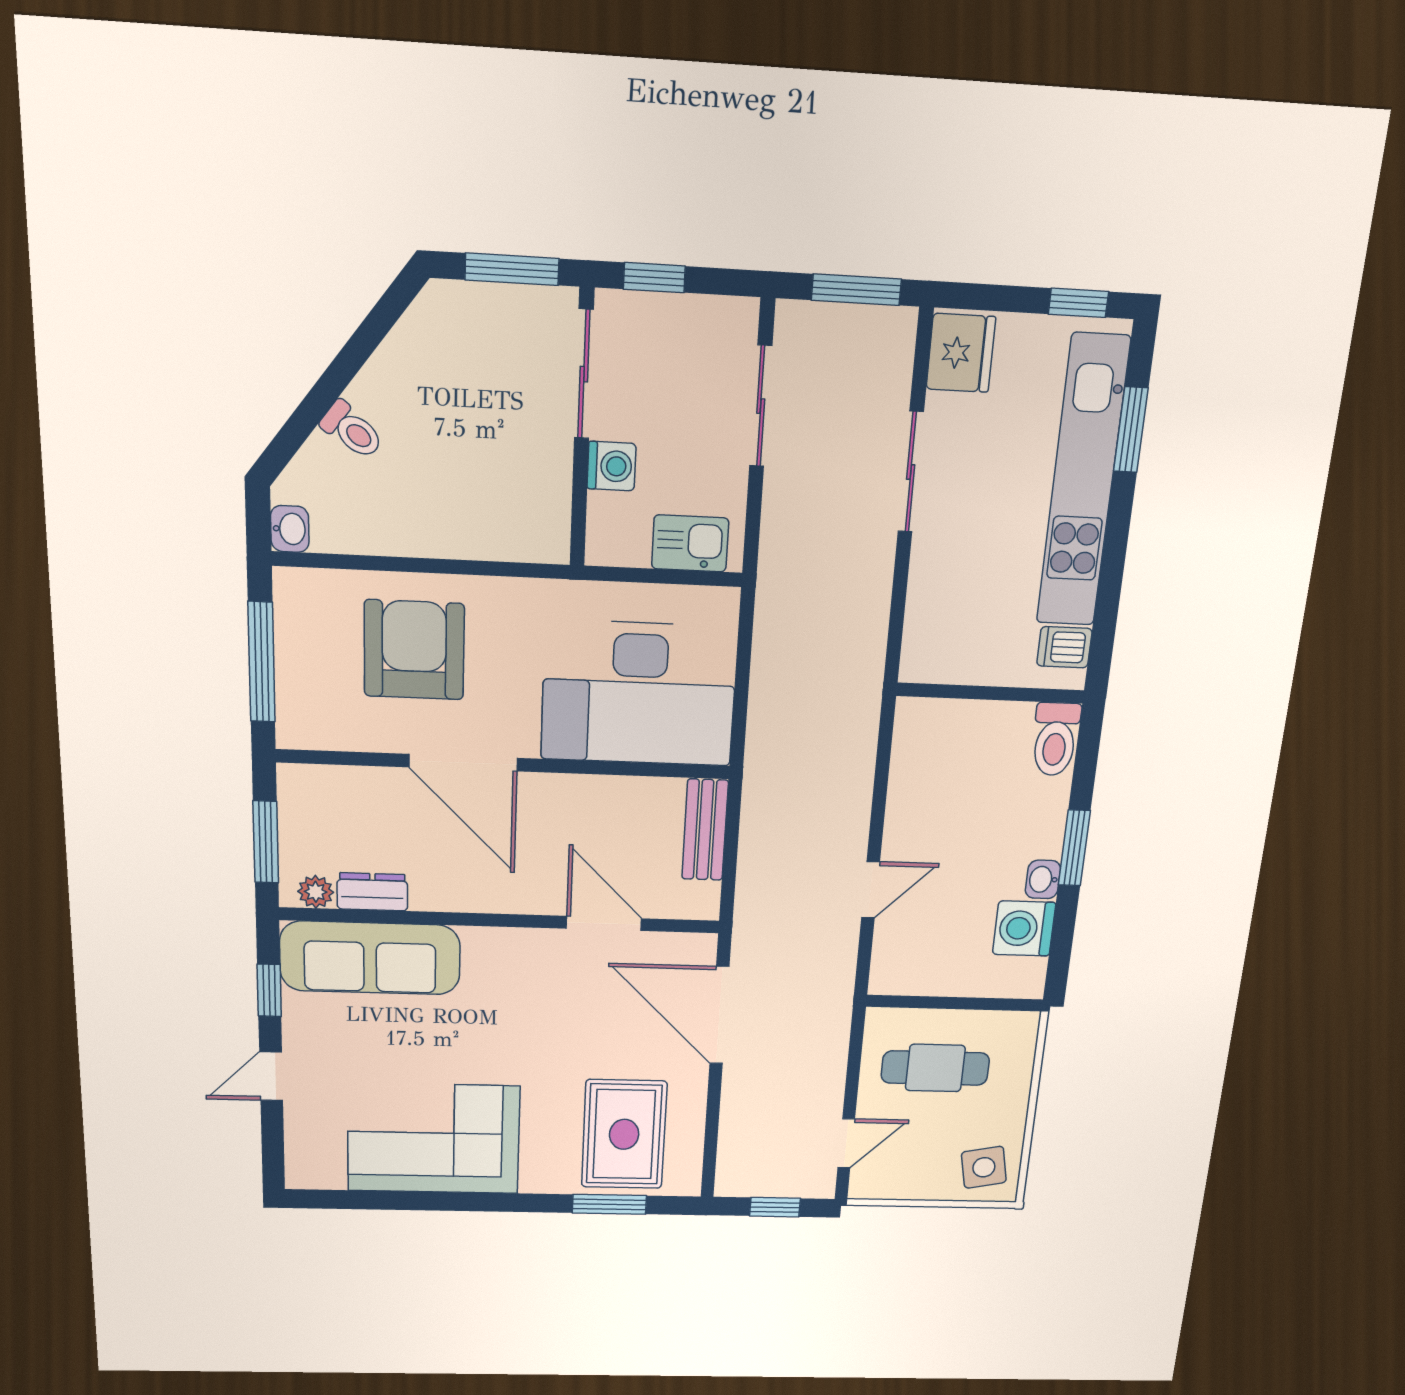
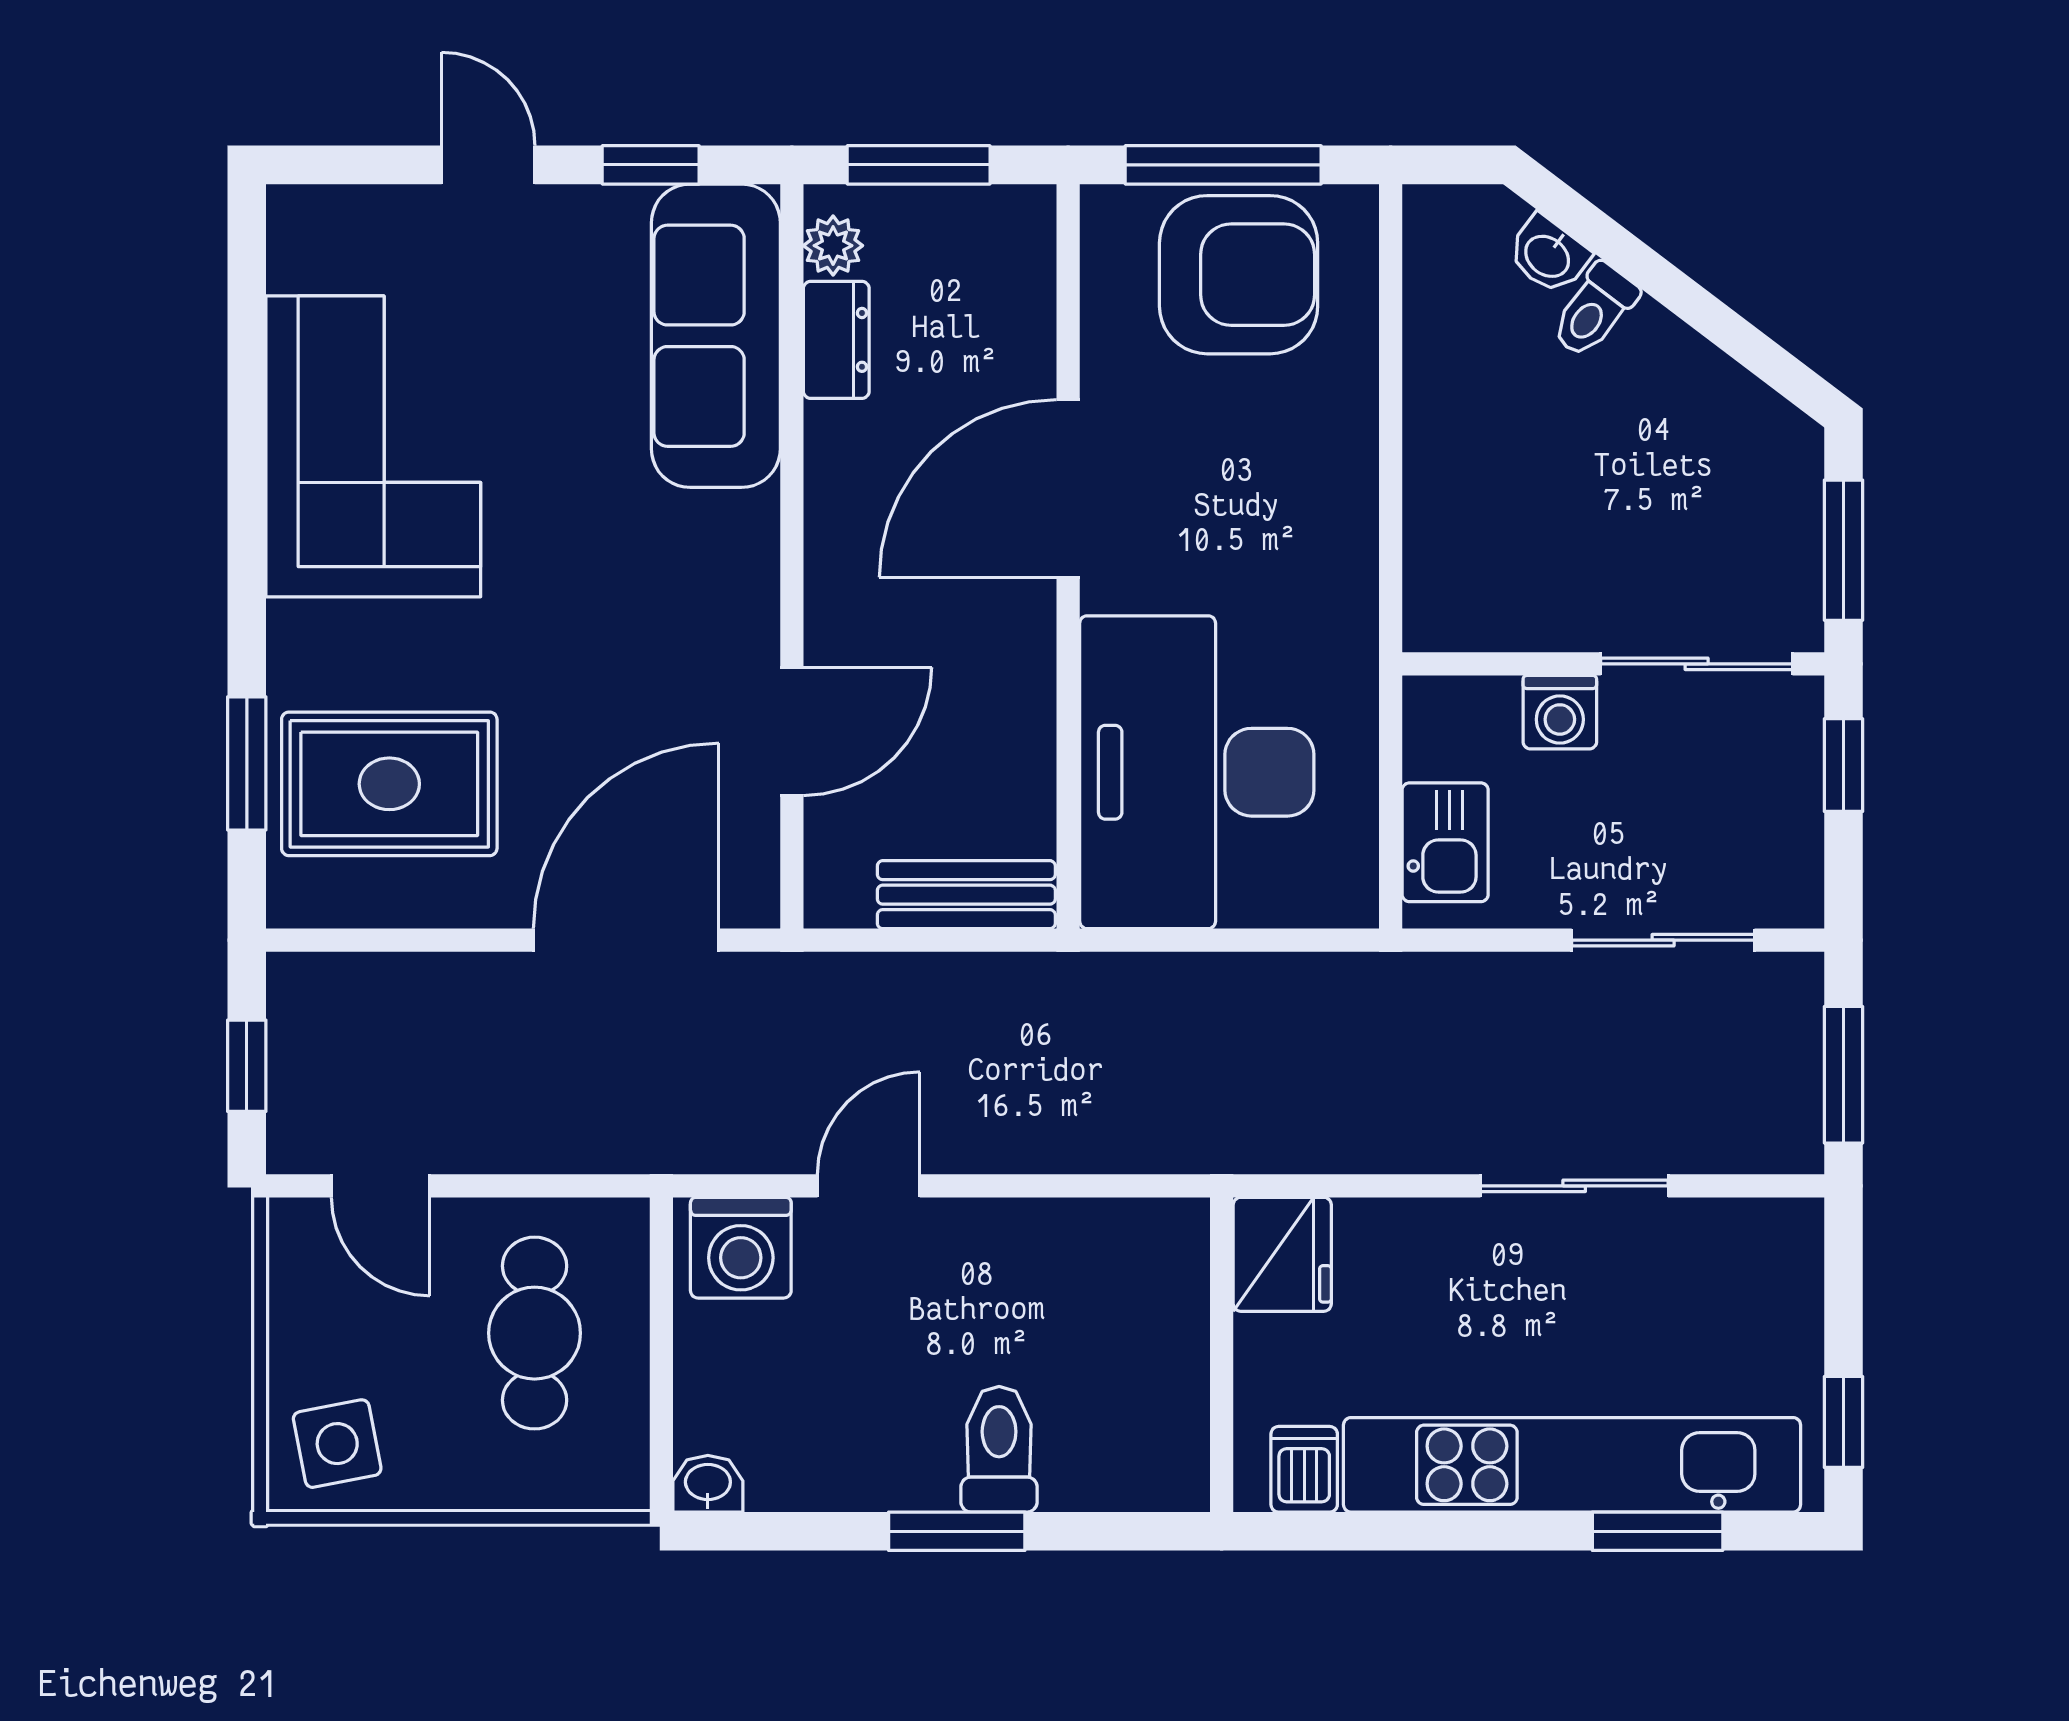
fridge: (961, 353) -> (1282, 1254), moved, turned -90
washbasin: (290, 529) -> (1548, 255), moved, turned 37
armchair: (414, 650) -> (1239, 275), moved
toilet: (1055, 739) -> (999, 1449), moved, turned 90
washbasin: (1043, 879) -> (708, 1484), moved
door: (871, 890) -> (869, 1186), swing flipped
washing machine: (1024, 928) -> (741, 1248), moved, turned 180

